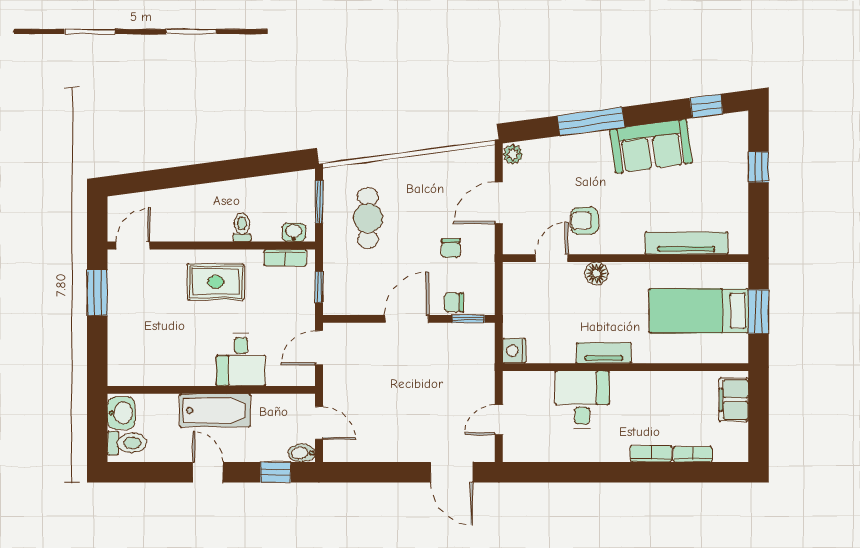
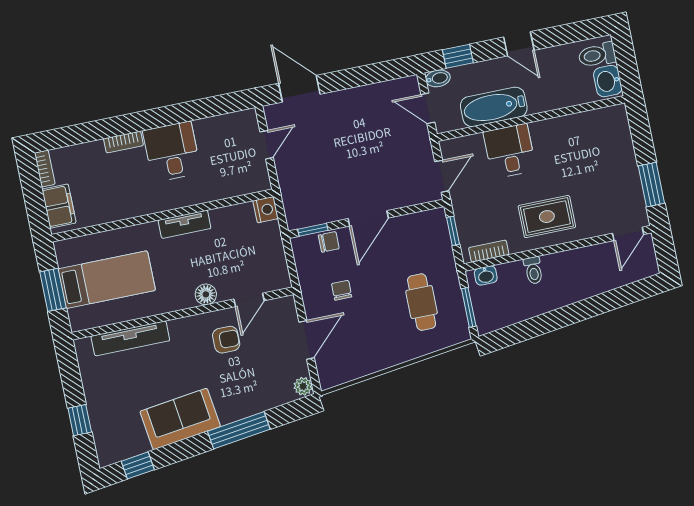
desk: (582, 400) -> (172, 152), moved, turned 180
bathtub: (215, 410) -> (494, 107), moved
bookcase: (693, 454) -> (45, 169), moved, turned -90

